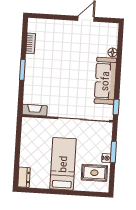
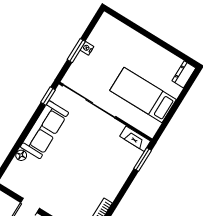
window: (22, 70) -> (143, 160), moved
bed: (63, 164) -> (143, 95), moved, turned 90
rug: (94, 173) -> (108, 40), removed

